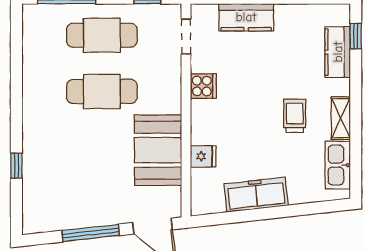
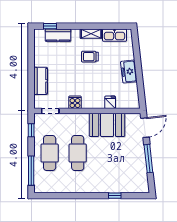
freezer: (256, 195) -> (129, 72), width x0.71

